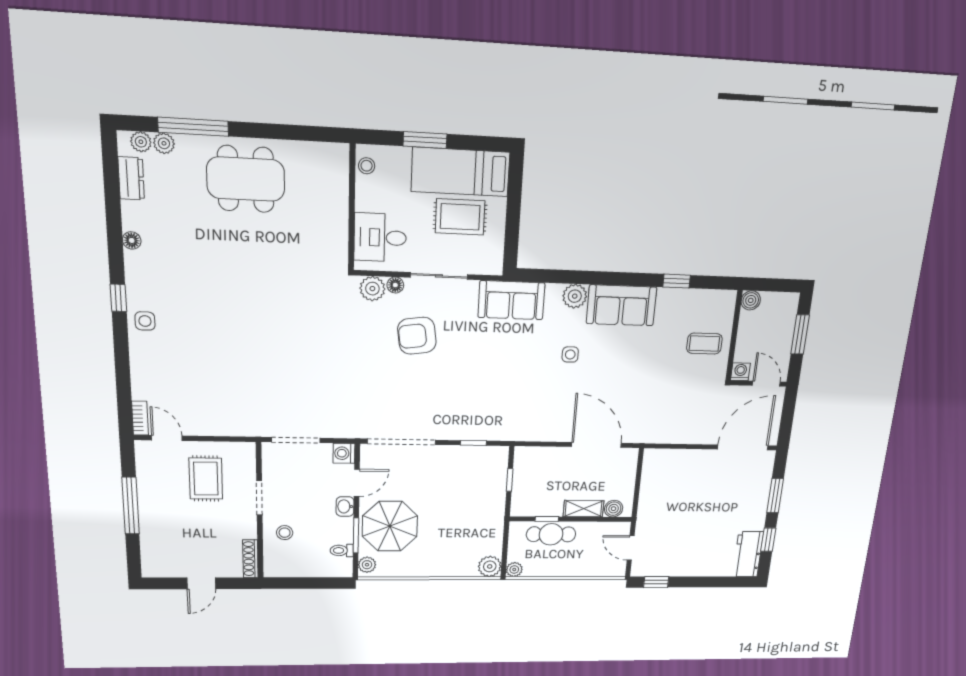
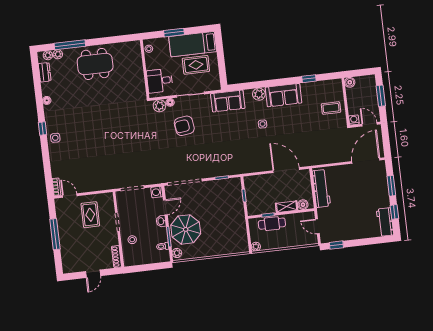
workbench: (653, 485) -> (321, 188), added
plant: (490, 566) -> (242, 246), removed

